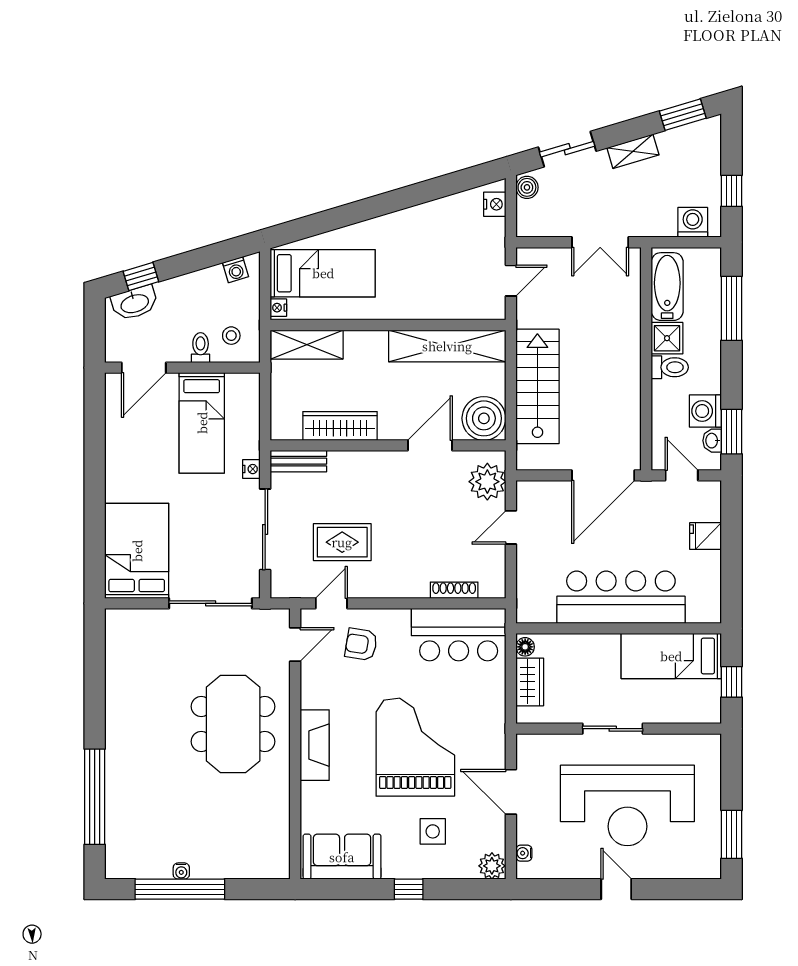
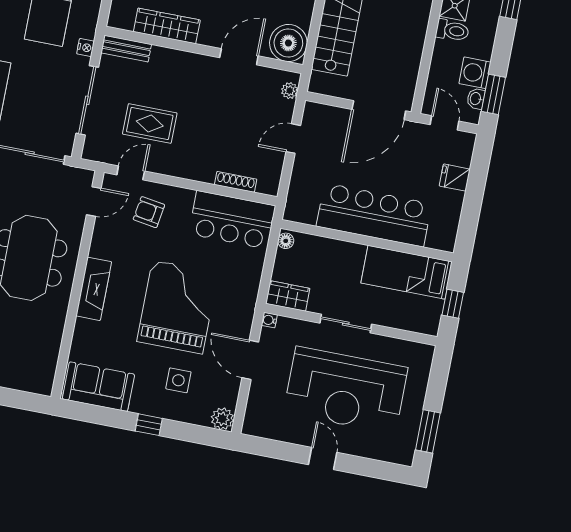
plant: (487, 482) -> (290, 91), width x0.53, depth x0.53
wardrobe: (530, 682) -> (288, 296), moved, turned -90
water cooler: (524, 853) -> (269, 320), moved

